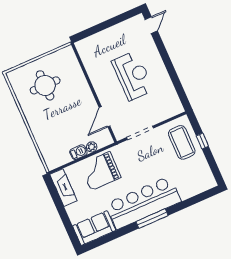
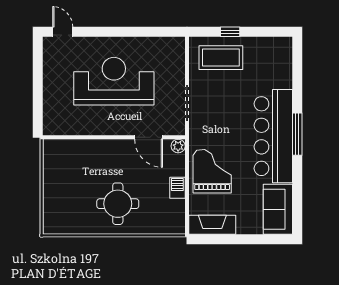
reception desk: (133, 76) -> (114, 81), width x1.36, depth x1.30
round table: (45, 85) -> (118, 204), moved
plant: (92, 147) -> (178, 146), moved
grand piano: (100, 171) -> (212, 171), turned 180

